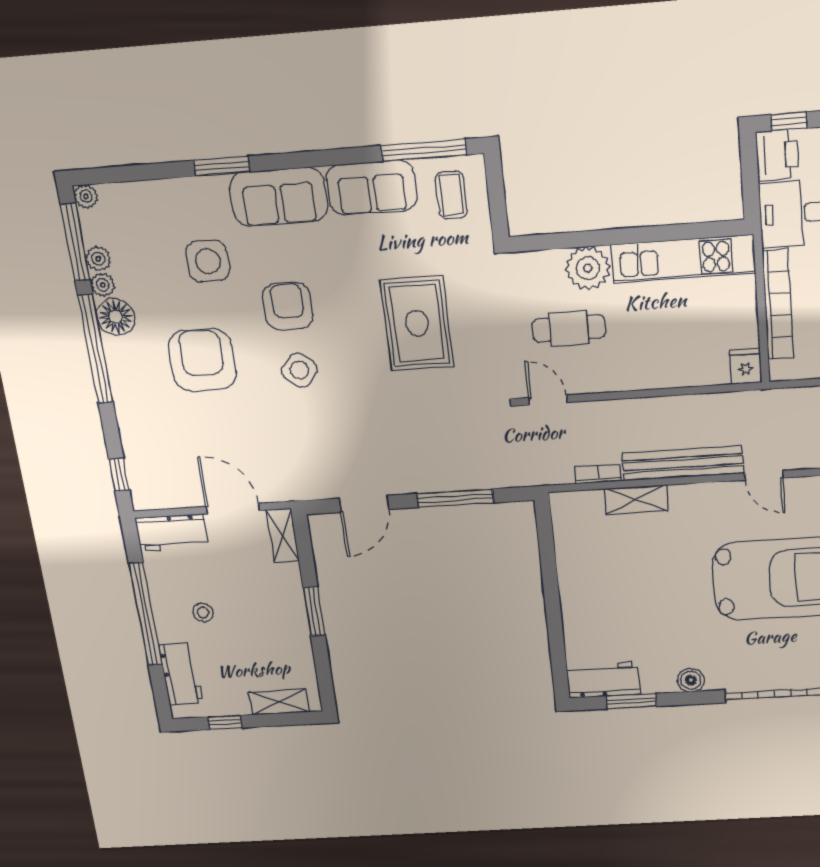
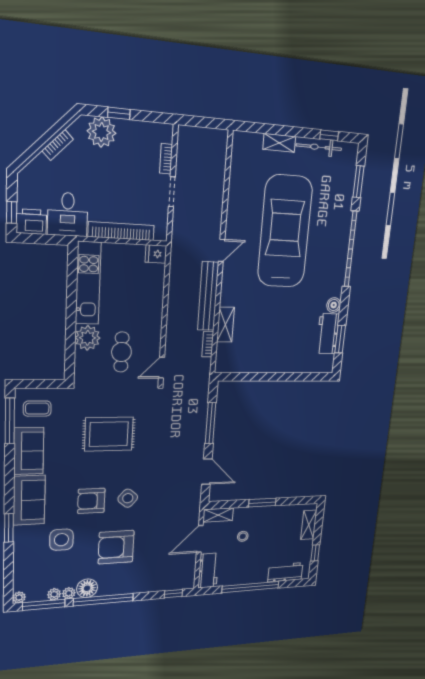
stool: (203, 613) -> (243, 536), moved
workbench: (603, 680) -> (328, 334), moved

